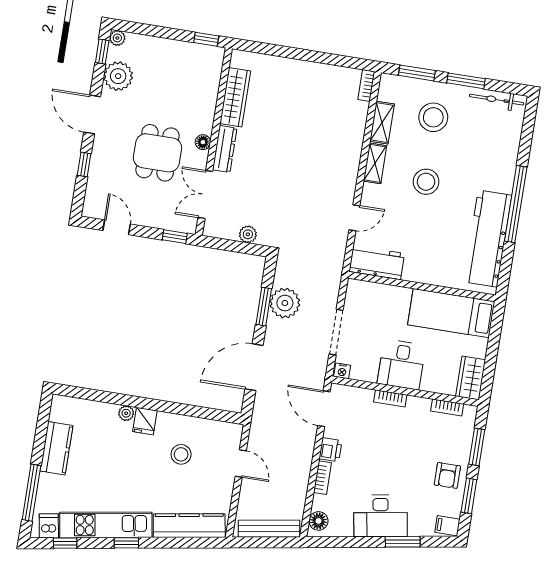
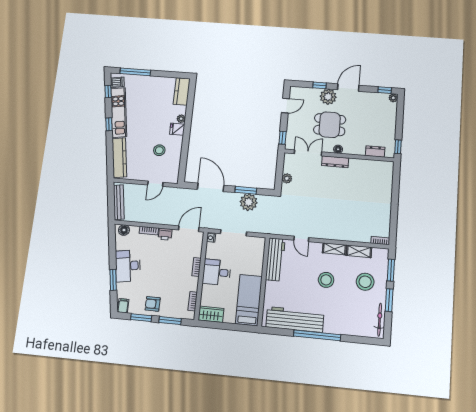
plant: (118, 76) -> (328, 97), moved
dresser: (212, 79) -> (375, 151), added
wardrobe: (235, 97) -> (366, 165), removed
workbench: (377, 263) -> (275, 259), width x1.37
kitchen counter: (57, 448) -> (182, 91), moved, turned 90

